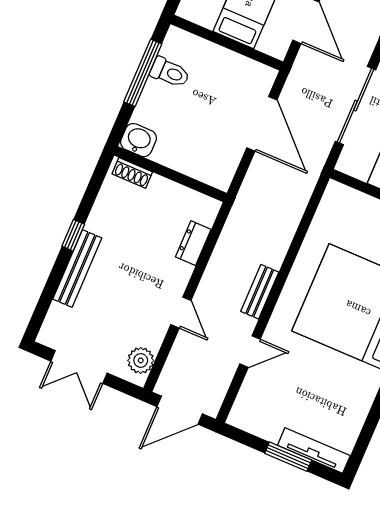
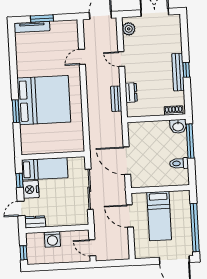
window: (143, 73) -> (190, 141), moved
bench: (77, 268) -> (178, 72), moved
bench: (260, 292) -> (116, 99), moved

